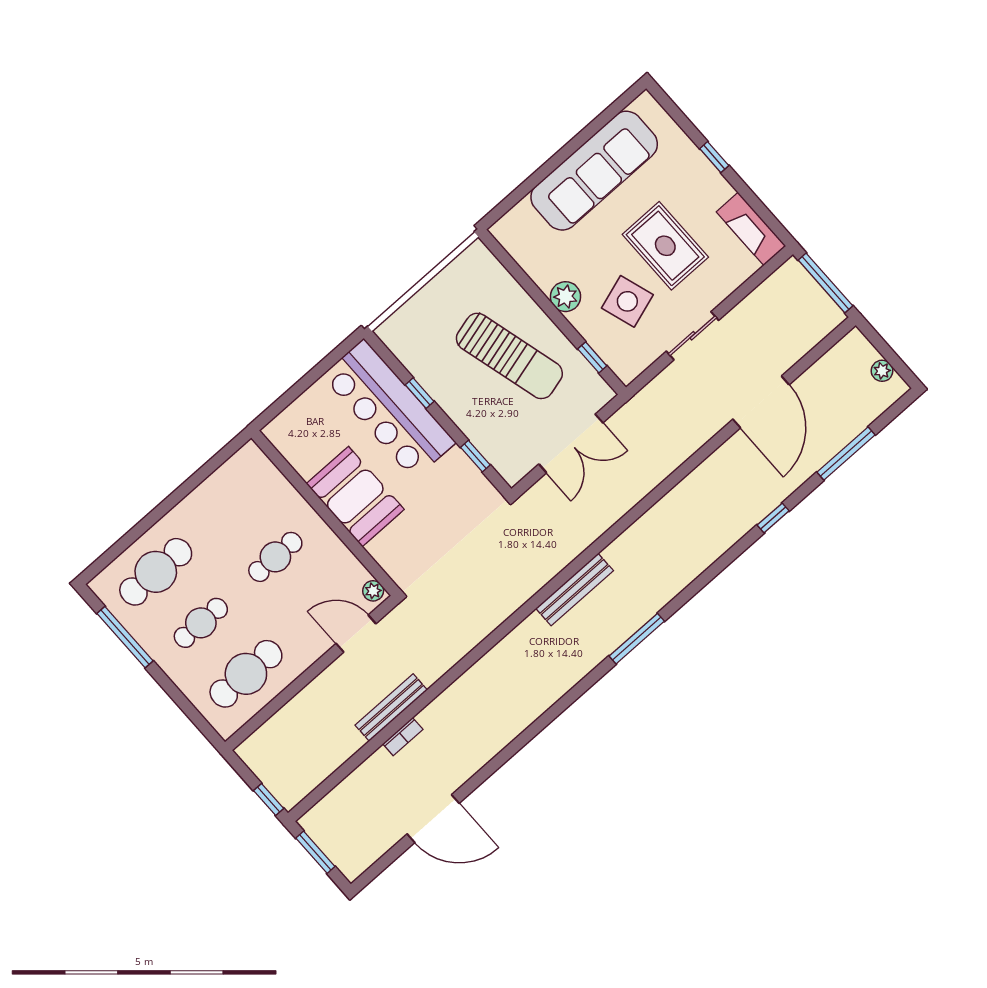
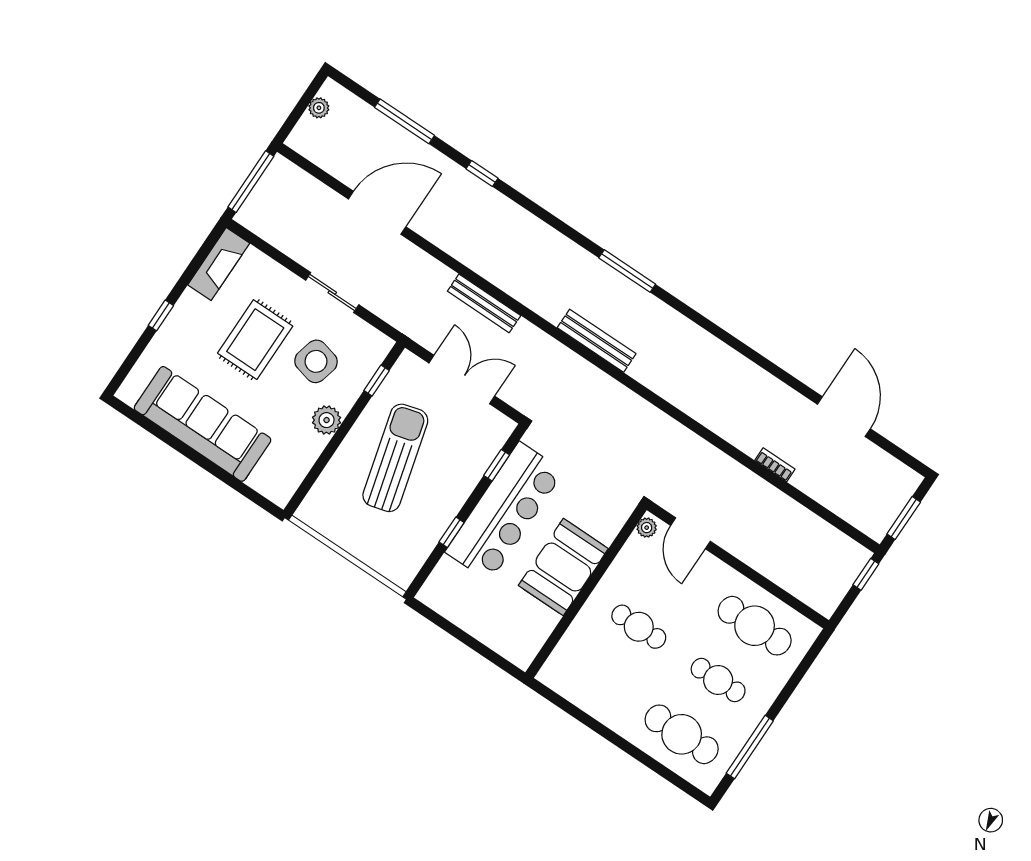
side table: (627, 301) -> (316, 361), turned 32
bar counter: (389, 409) -> (504, 512), moved
bench: (391, 708) -> (484, 303), moved

